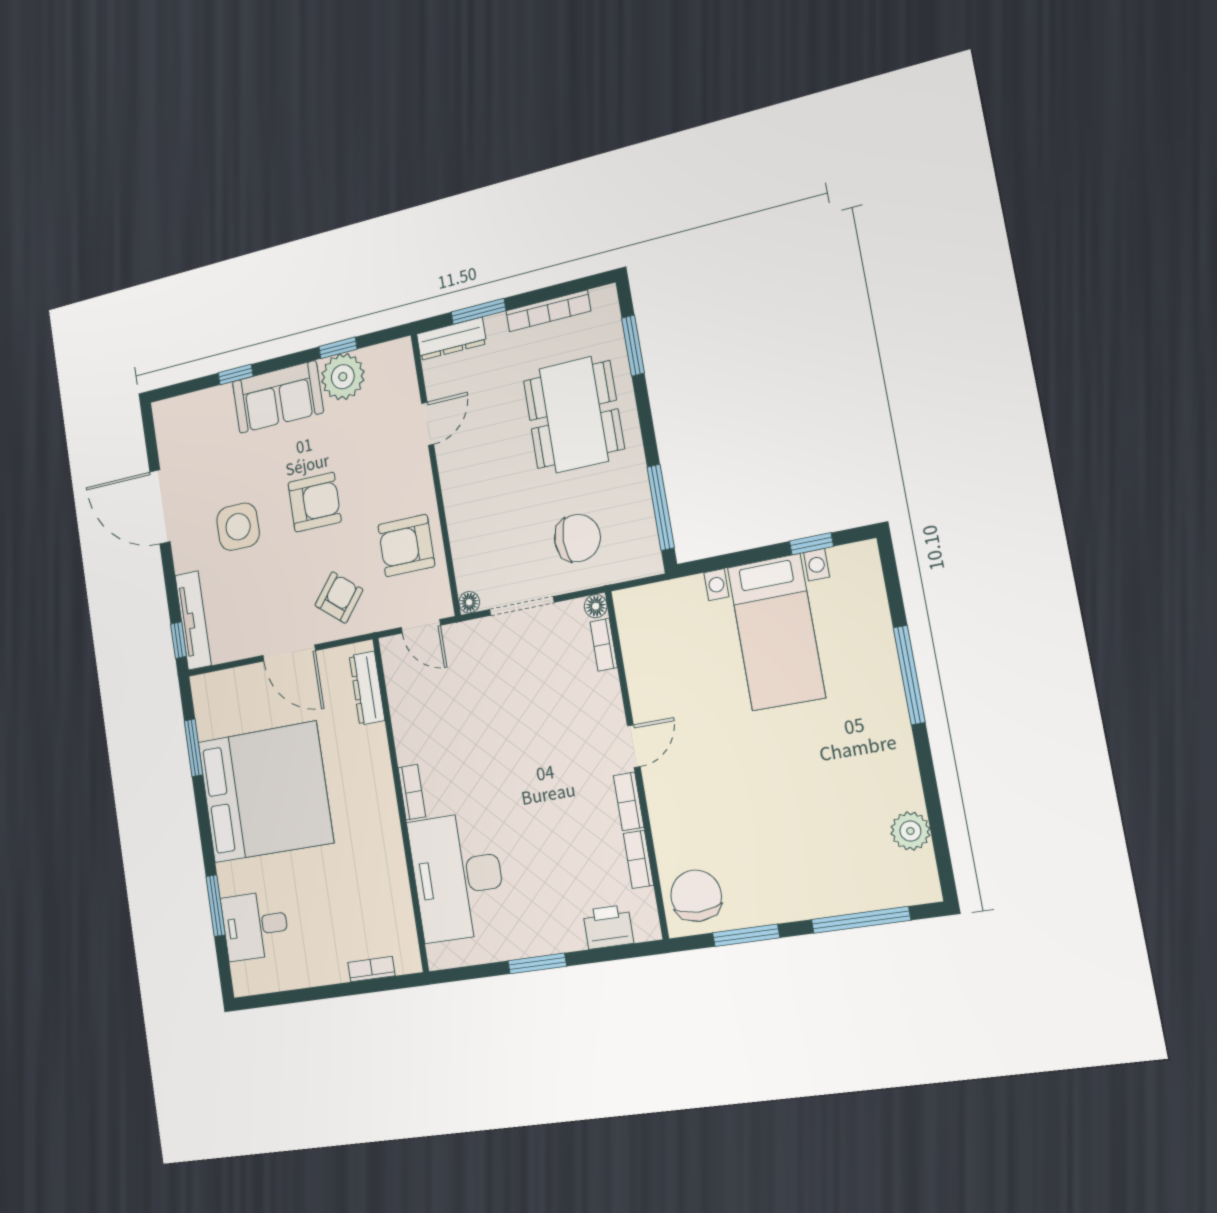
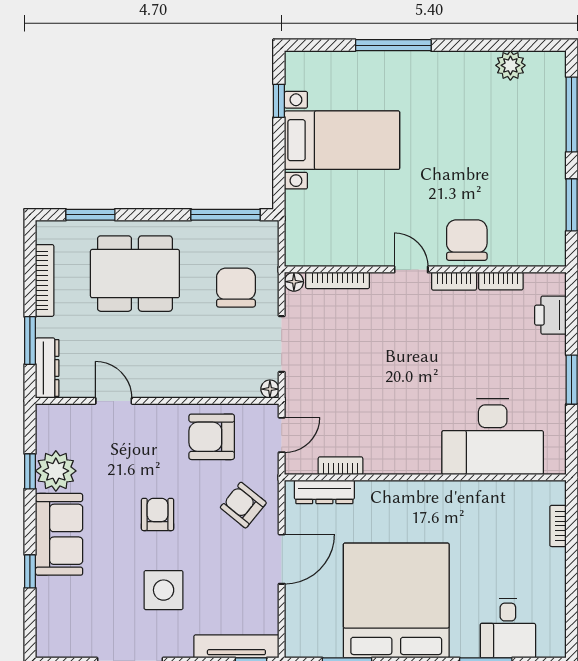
armchair: (315, 502) -> (158, 514), width x0.72, depth x0.72
armchair: (406, 546) -> (212, 437), turned 90
bookcase: (604, 645) -> (338, 280), width x1.56
bookcase: (412, 792) -> (340, 466), moved
chair: (696, 896) -> (467, 240), moved, turned 90

